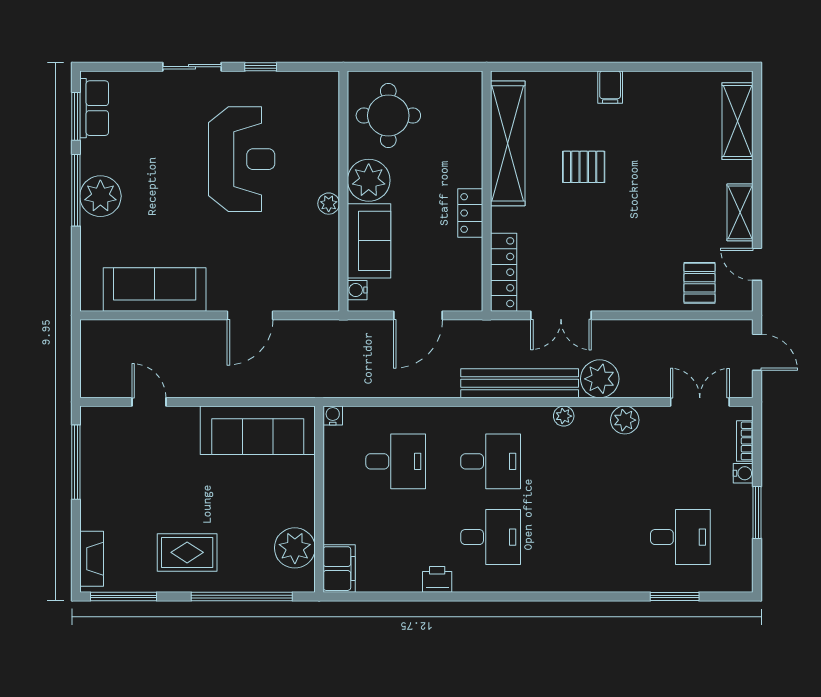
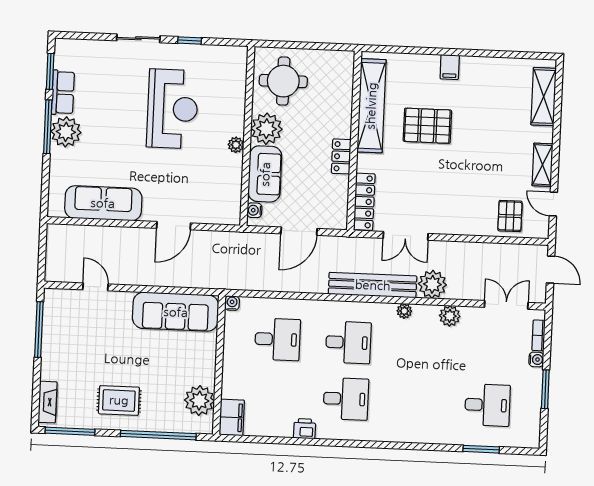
row of seats: (94, 108) -> (63, 92), moved
pallet: (584, 167) -> (427, 126), width x1.50, depth x1.42

